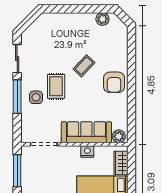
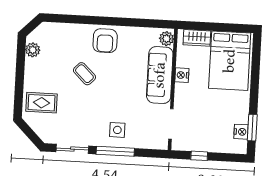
armchair: (114, 82) -> (105, 41), turned 90
rug: (56, 86) -> (41, 103), moved
window: (17, 171) -> (199, 156), width x0.46

